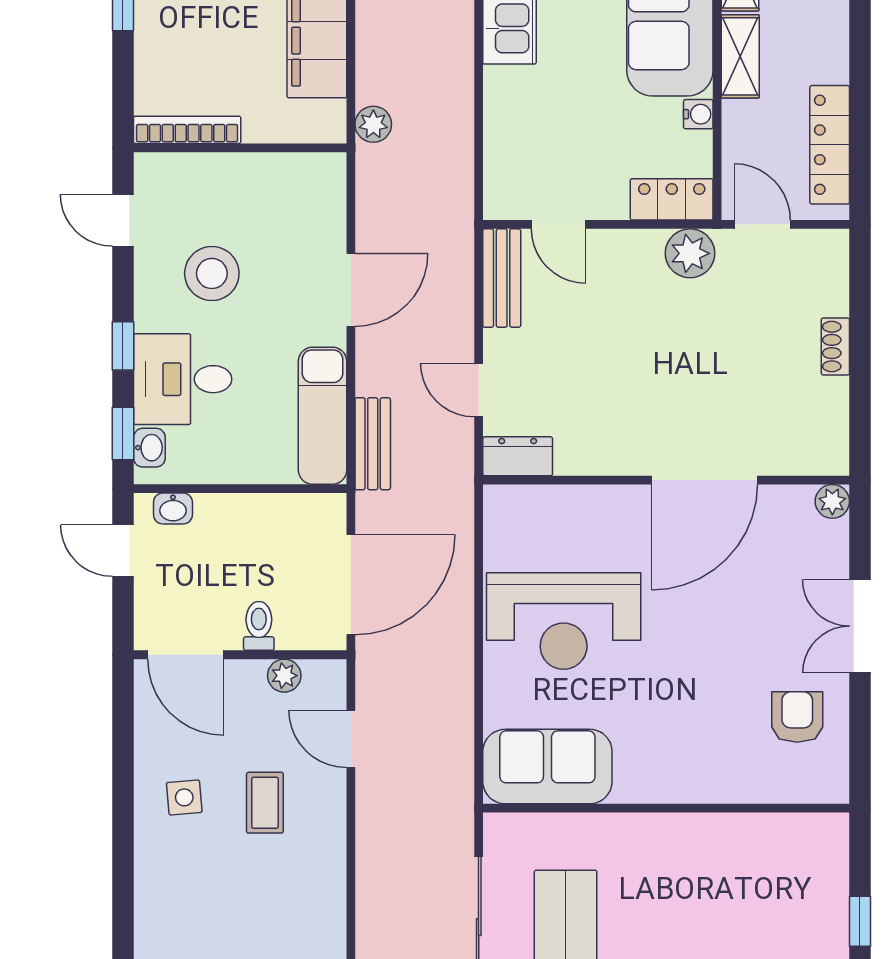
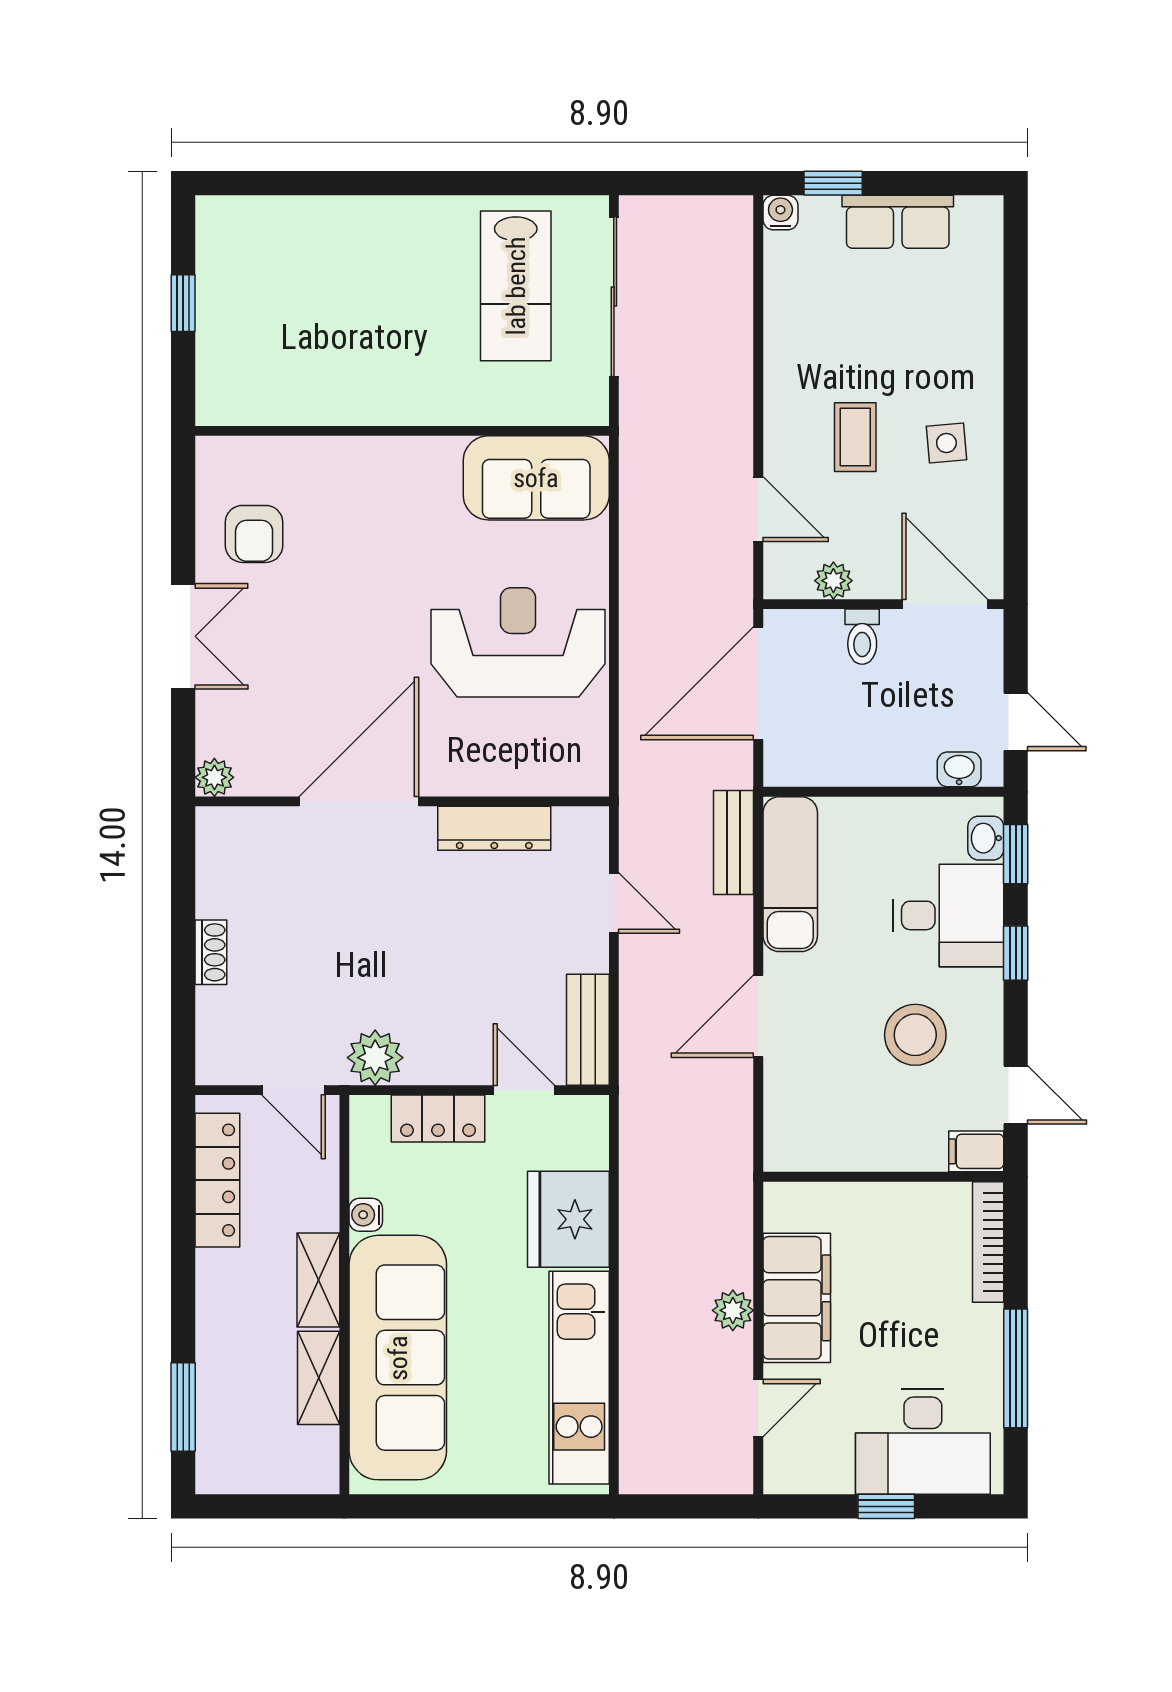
fridge: (519, 110) -> (568, 1219), added
plant: (373, 124) -> (733, 1310), moved
bookcase: (187, 130) -> (988, 1242), moved, turned 90
filing cabinet: (158, 170) -> (976, 1151), added
locker: (672, 199) -> (438, 1119), moved
dresser: (518, 456) -> (494, 828), moved, width x1.44

